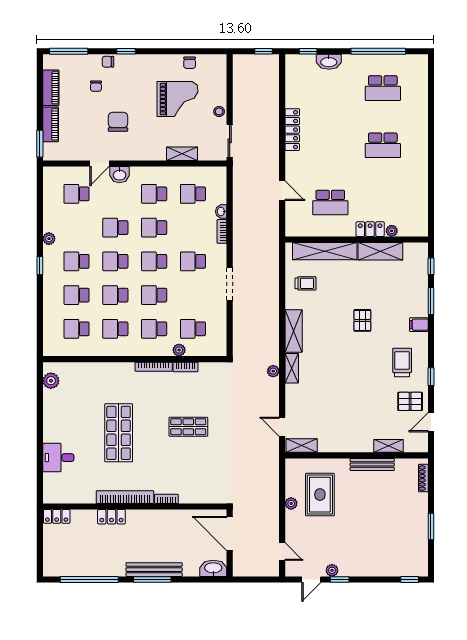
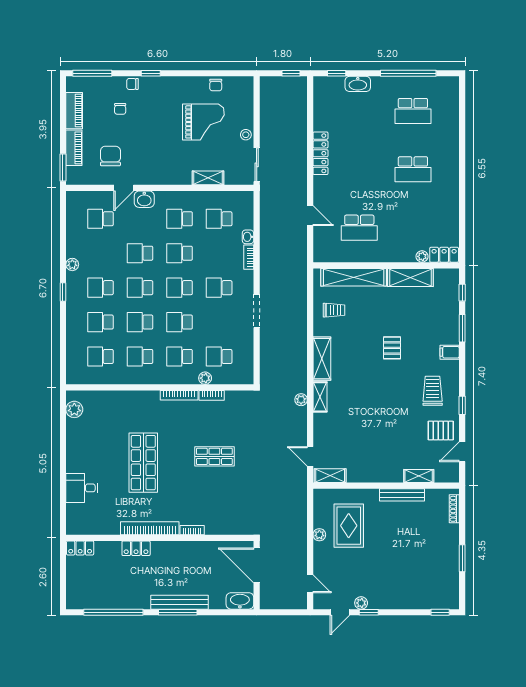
chair: (118, 122) -> (110, 156), moved
locker: (370, 229) -> (444, 255), moved

